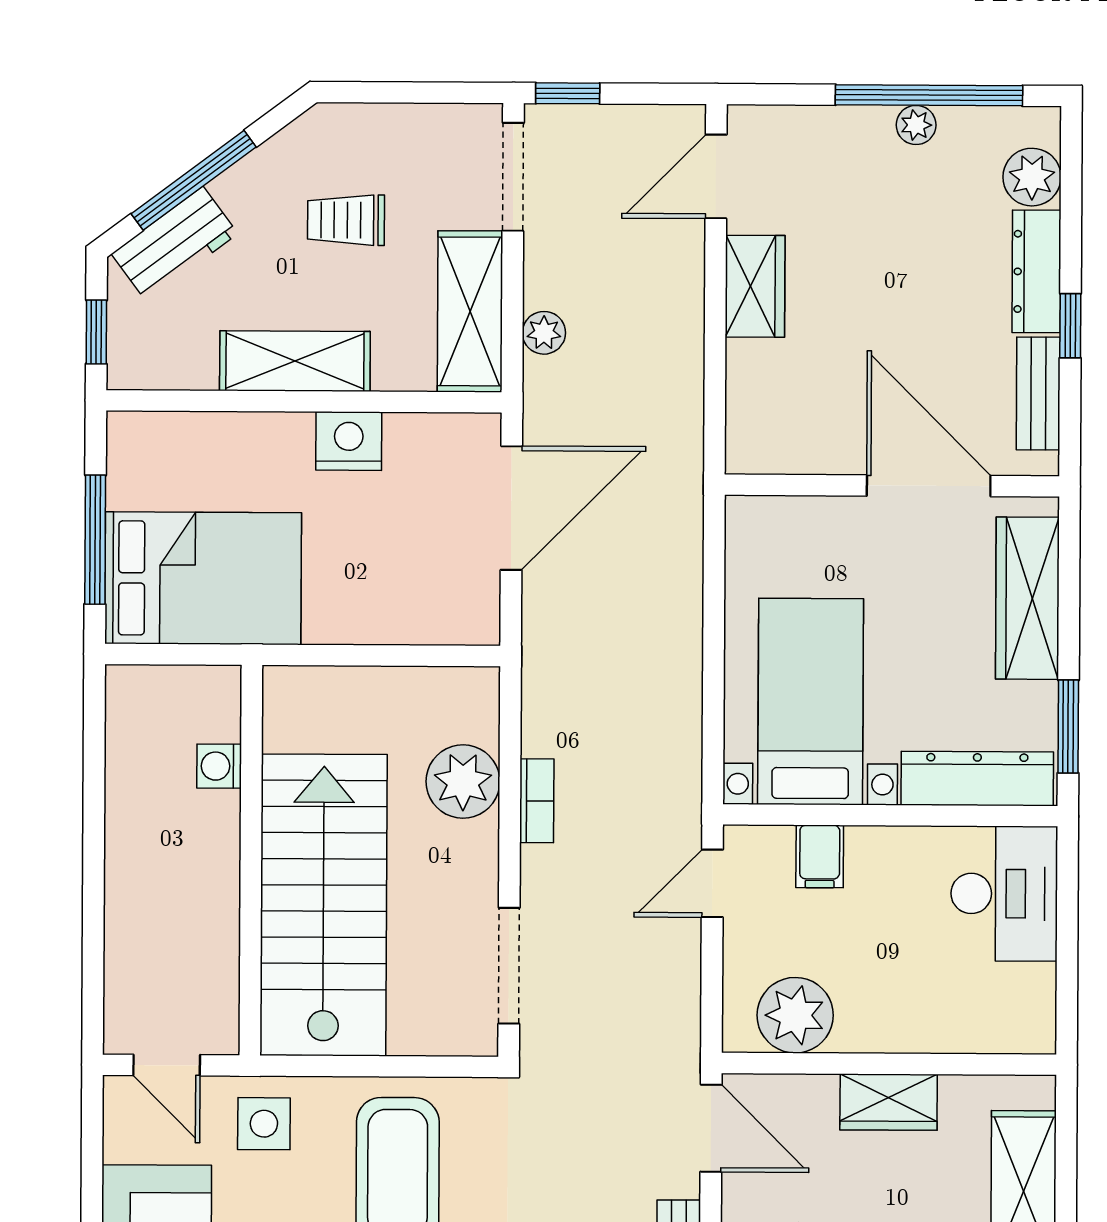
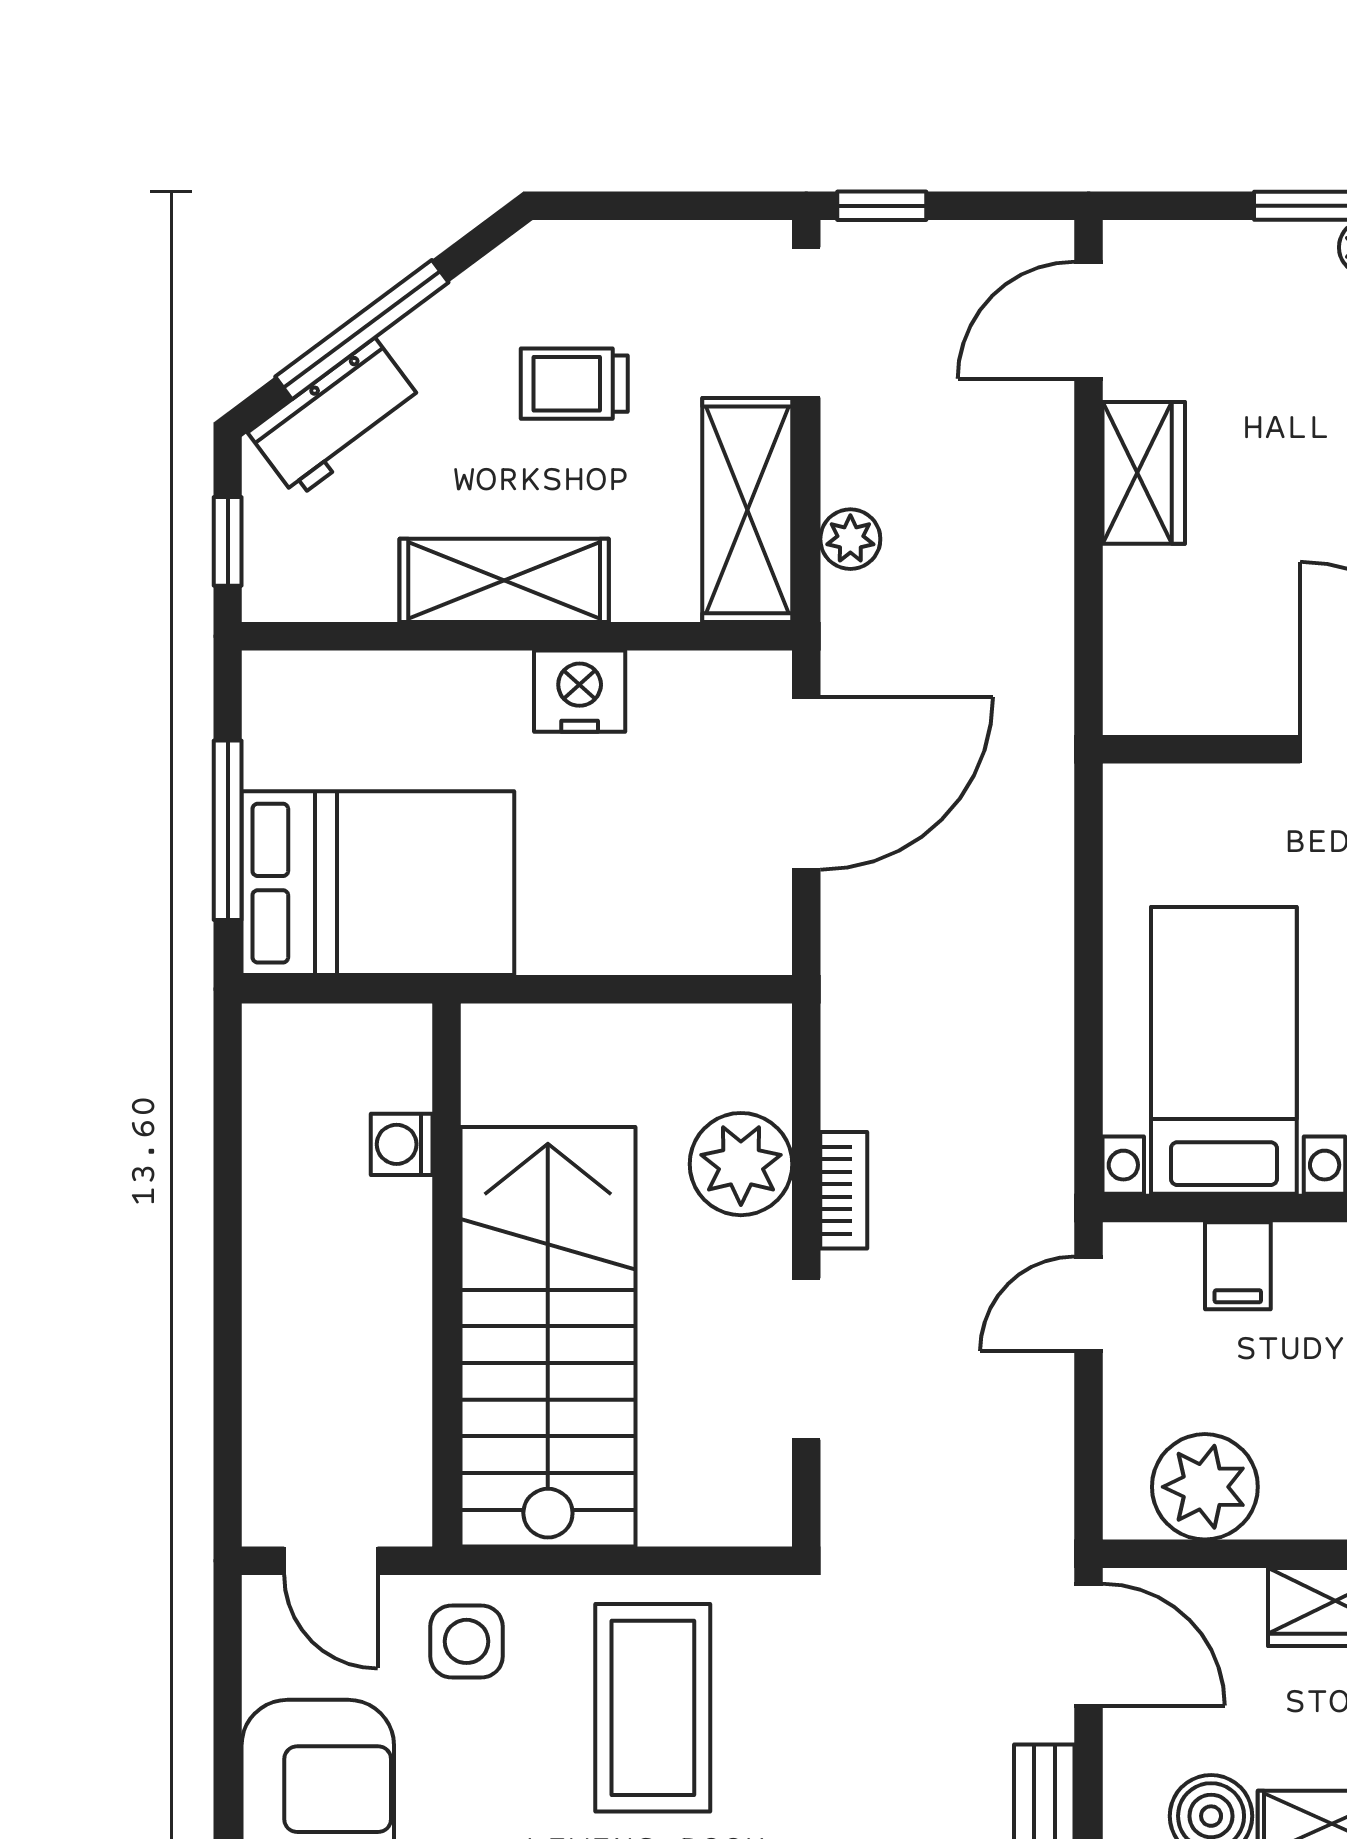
doorway: (509, 966) -> (806, 1359), moved

